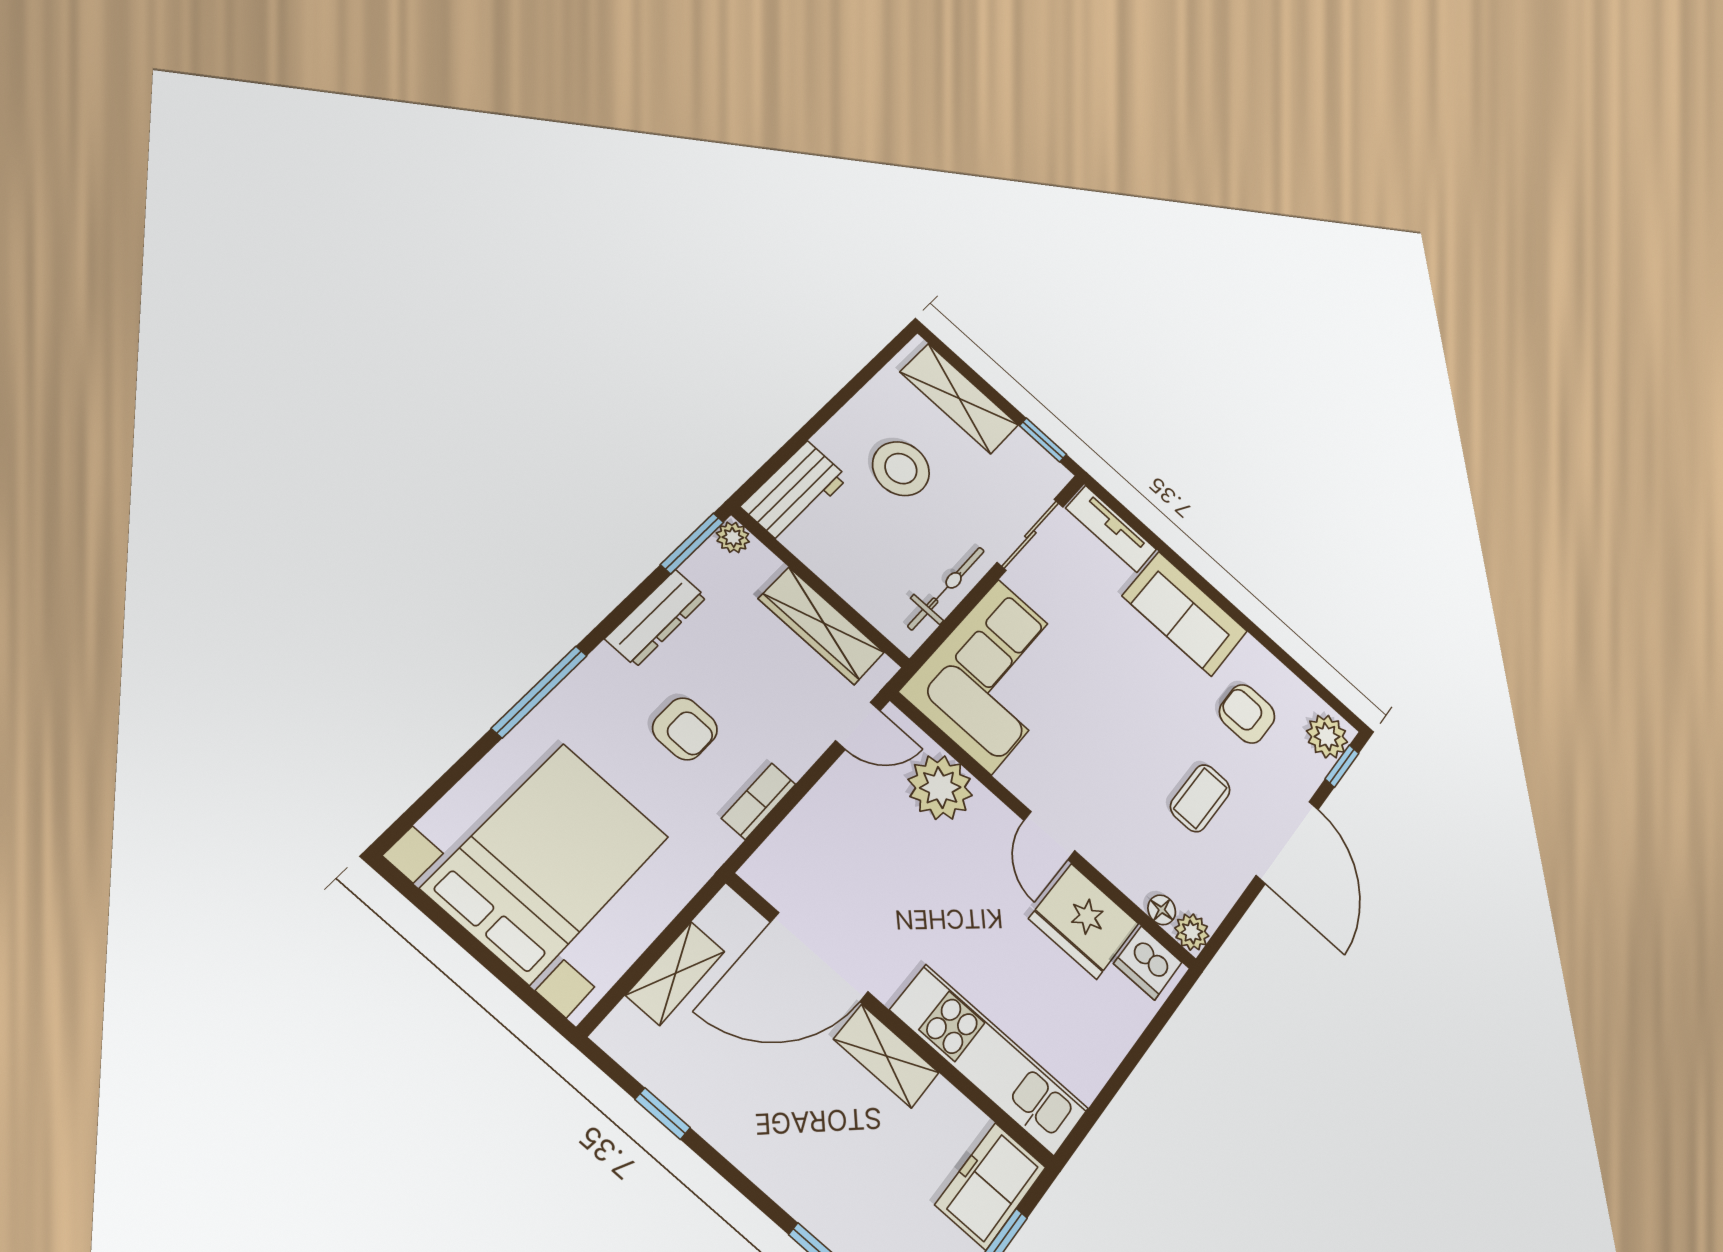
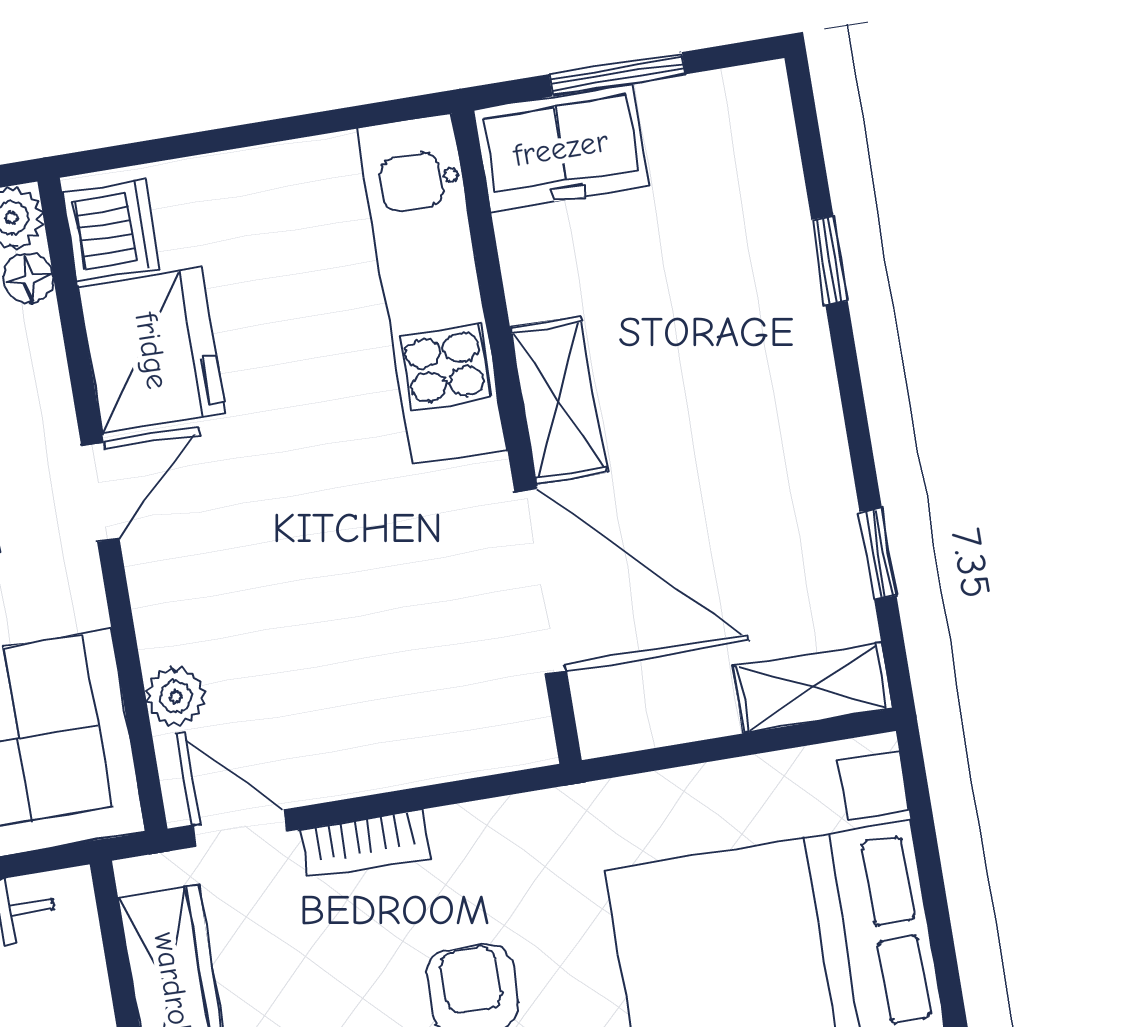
plant: (940, 787) -> (176, 697), width x0.53, depth x0.53
bookcase: (759, 801) -> (365, 844), moved
shelving: (675, 973) -> (812, 688), moved

